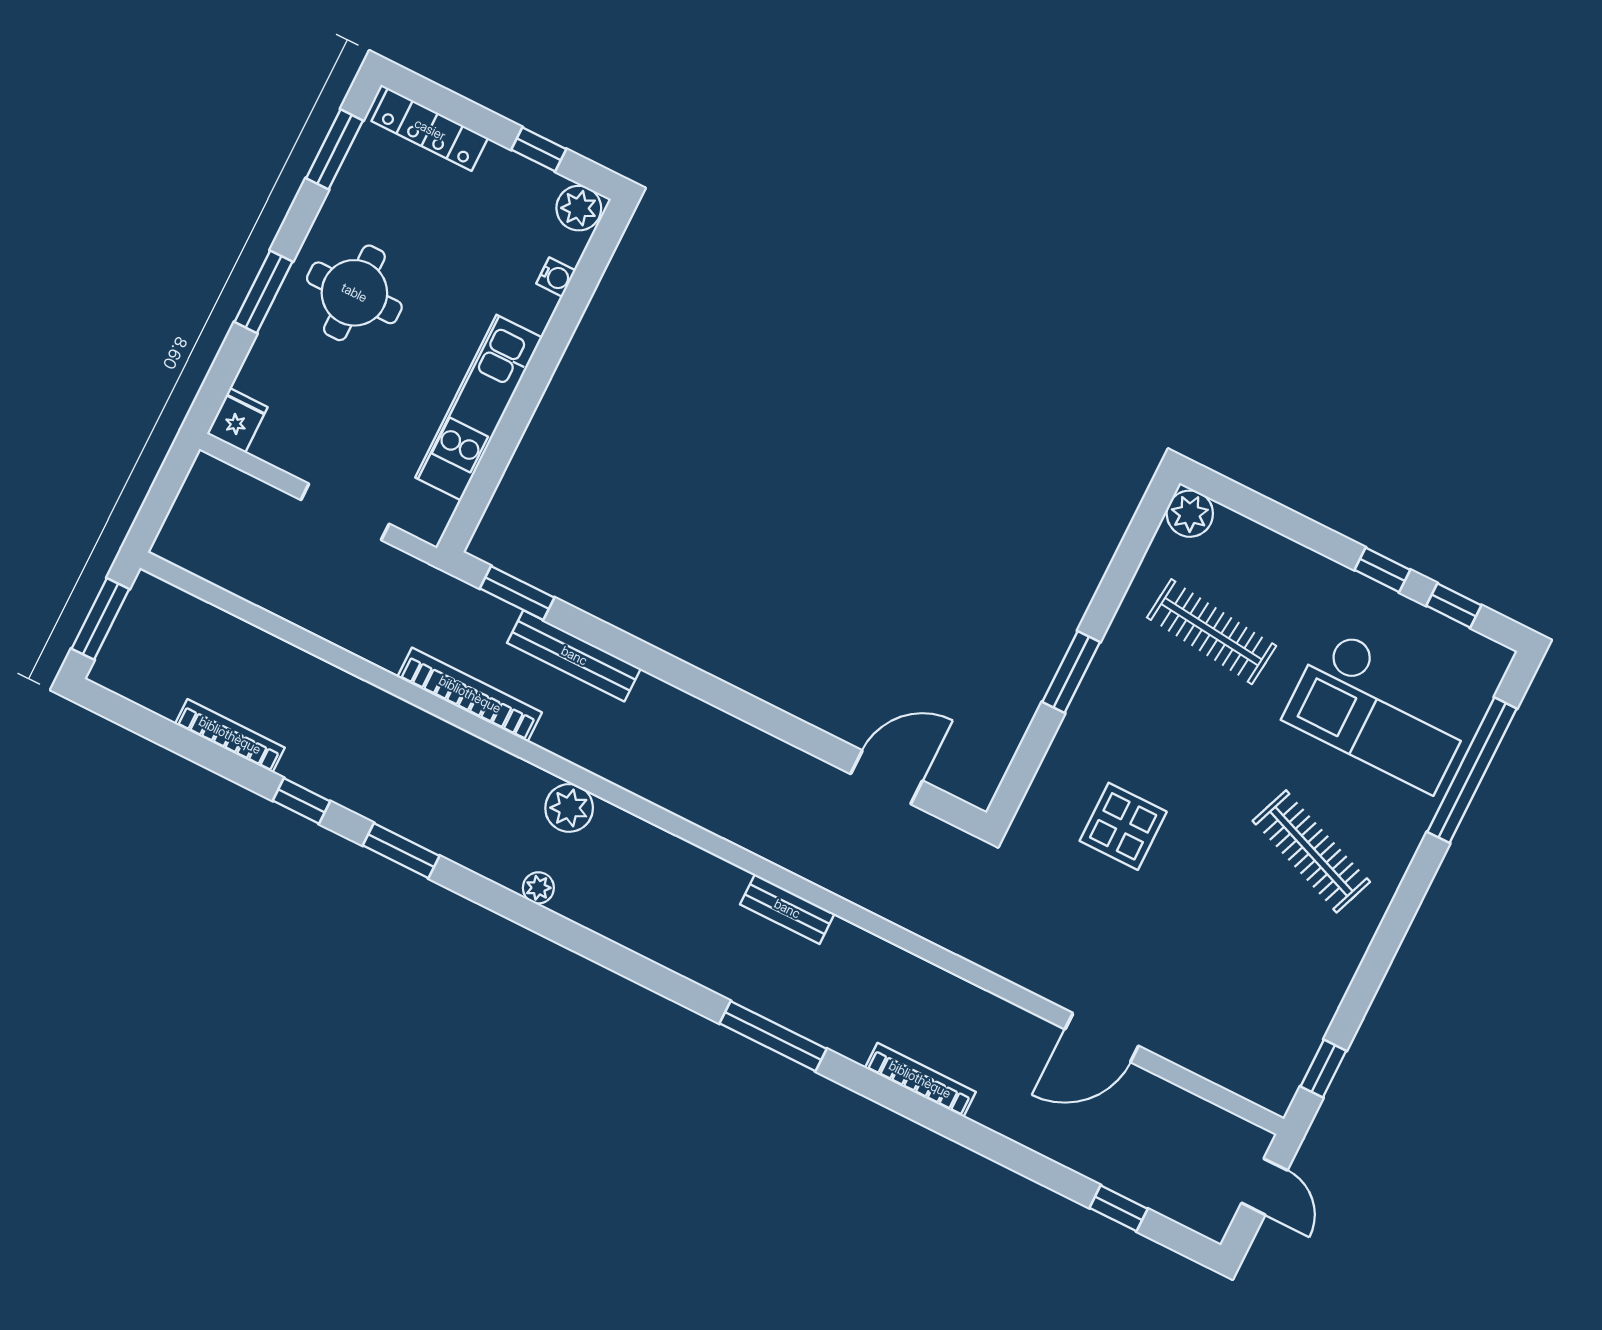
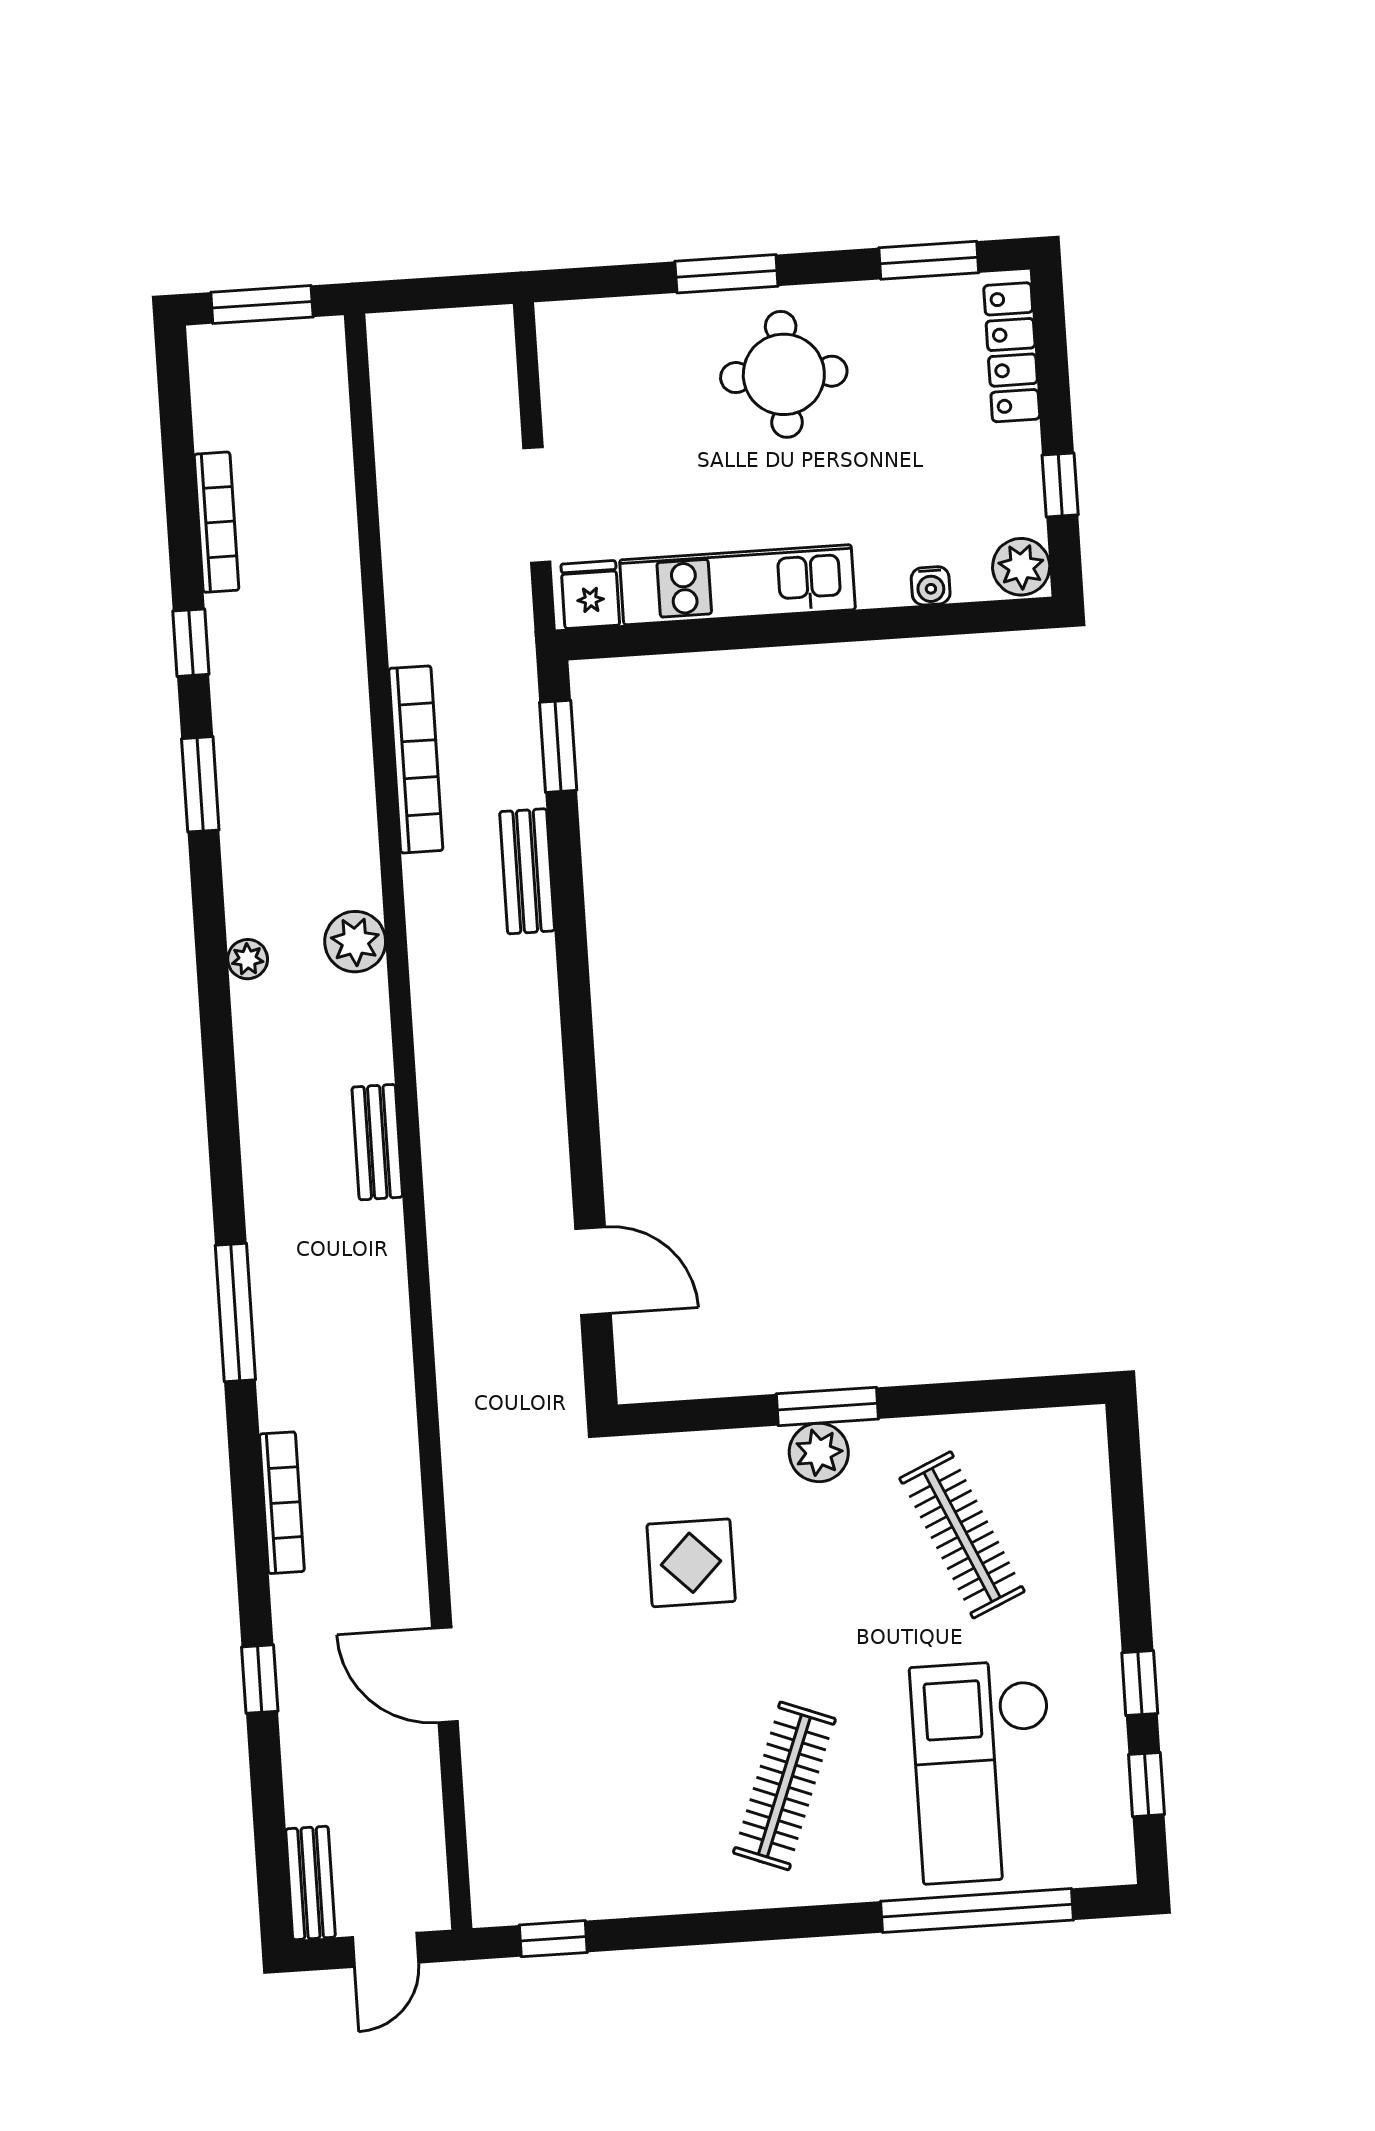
fridge: (237, 420) -> (590, 595), moved, turned -90
plant: (1190, 514) -> (819, 1452), moved
clothes rail: (1212, 632) -> (962, 1535), turned -30
bench: (574, 656) -> (527, 871), width x0.73
bench: (787, 909) -> (377, 1142), moved
window: (1119, 1208) -> (260, 1679), moved
bench: (1189, 1211) -> (310, 1883), added

